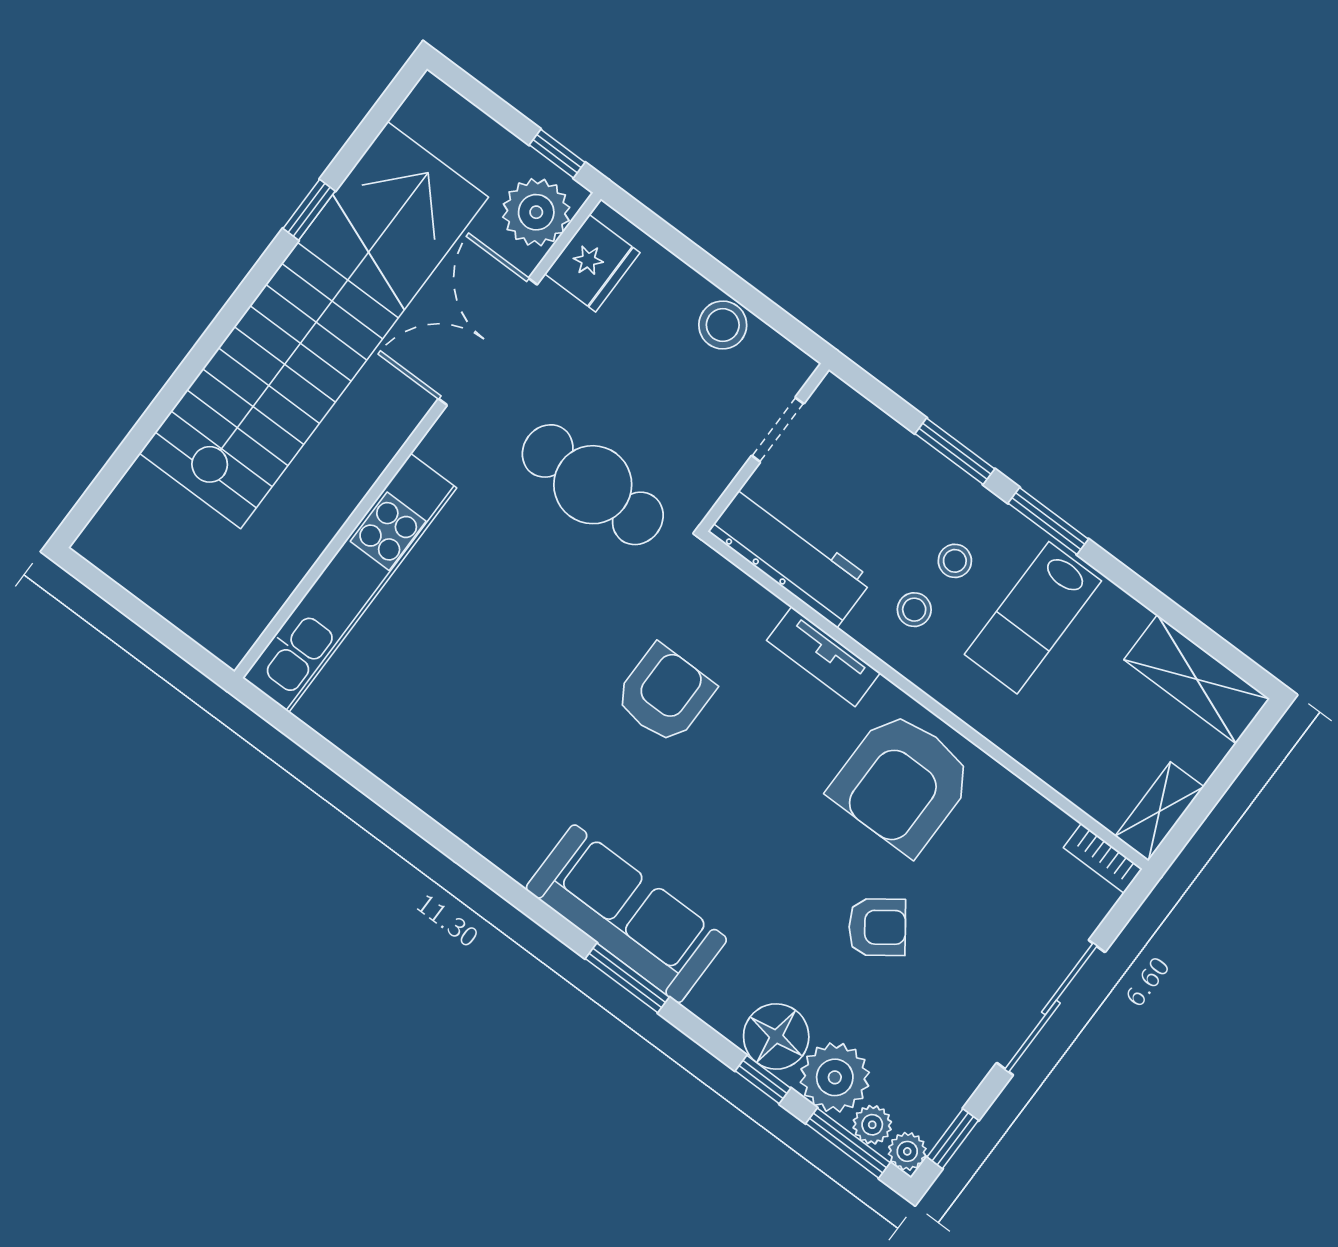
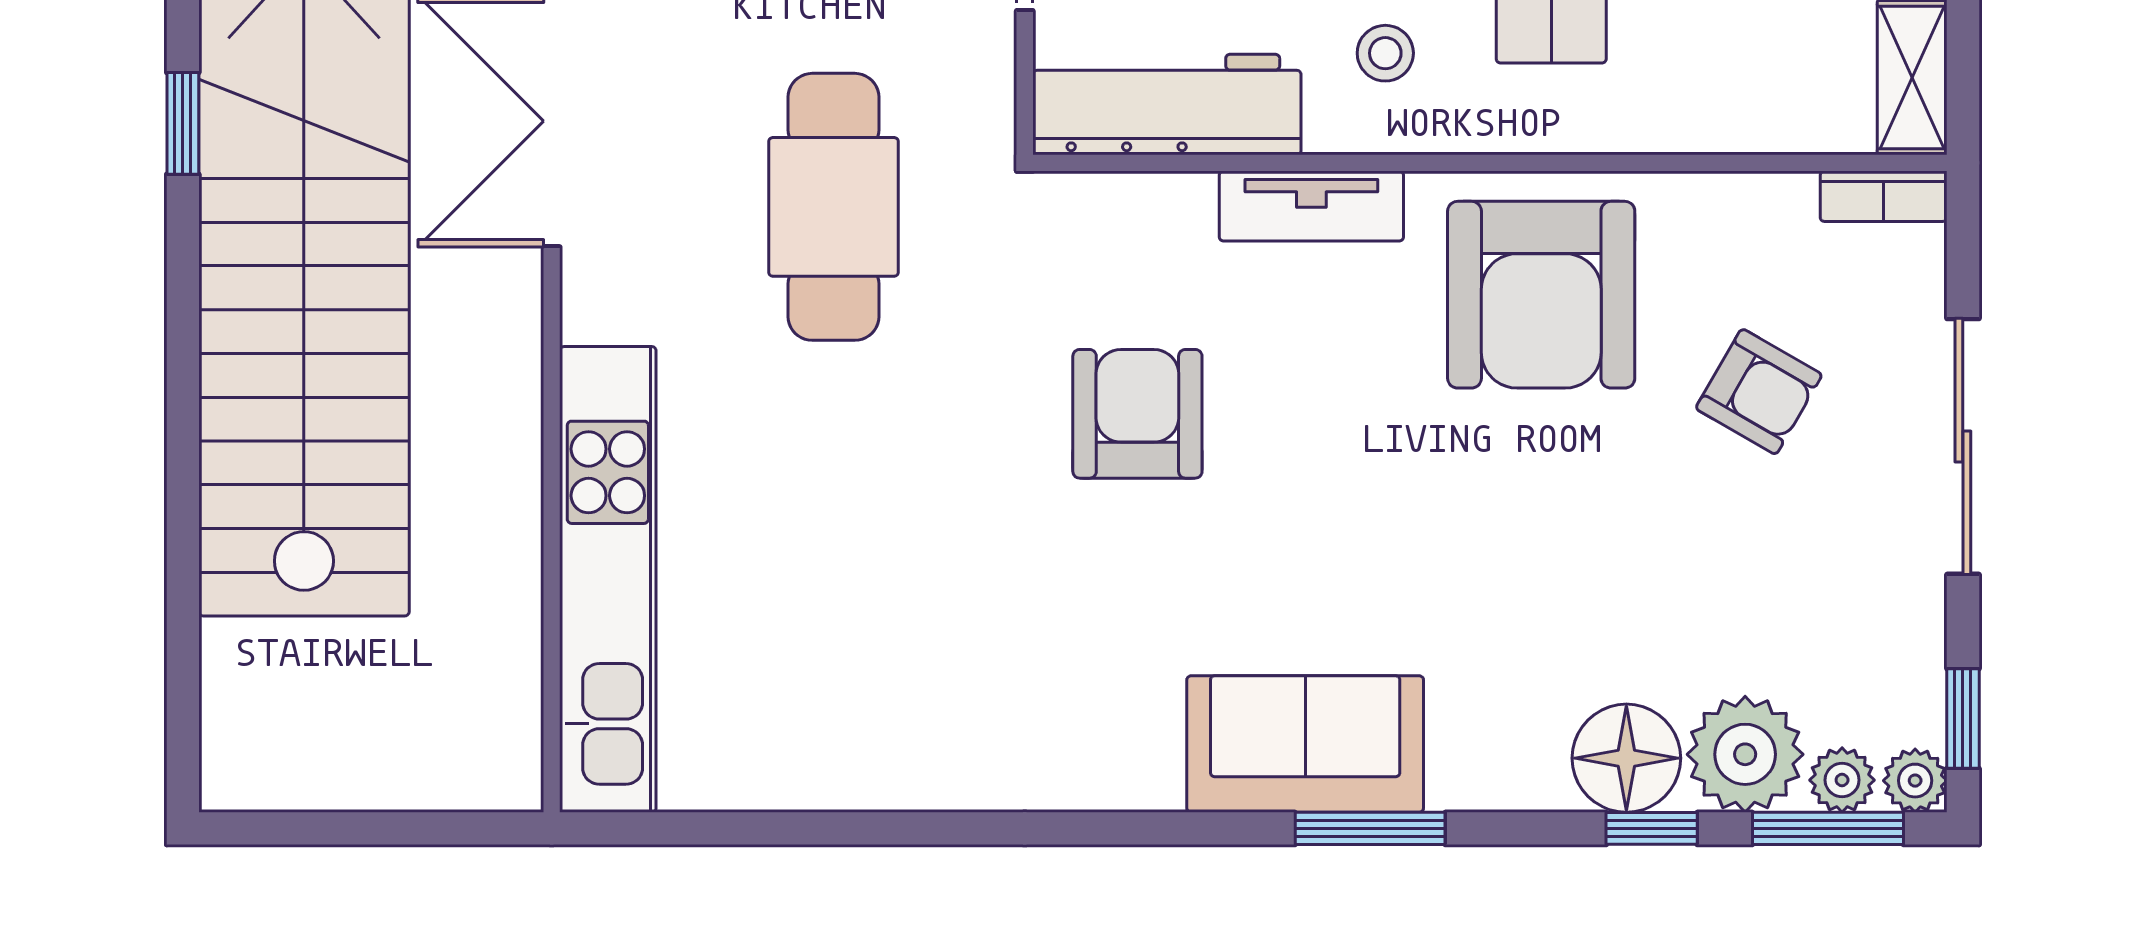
cafe table: (593, 485) -> (834, 207), turned 90
sofa: (626, 914) -> (1305, 744), width x0.73
armchair: (877, 927) -> (1759, 392), moved, turned 66

